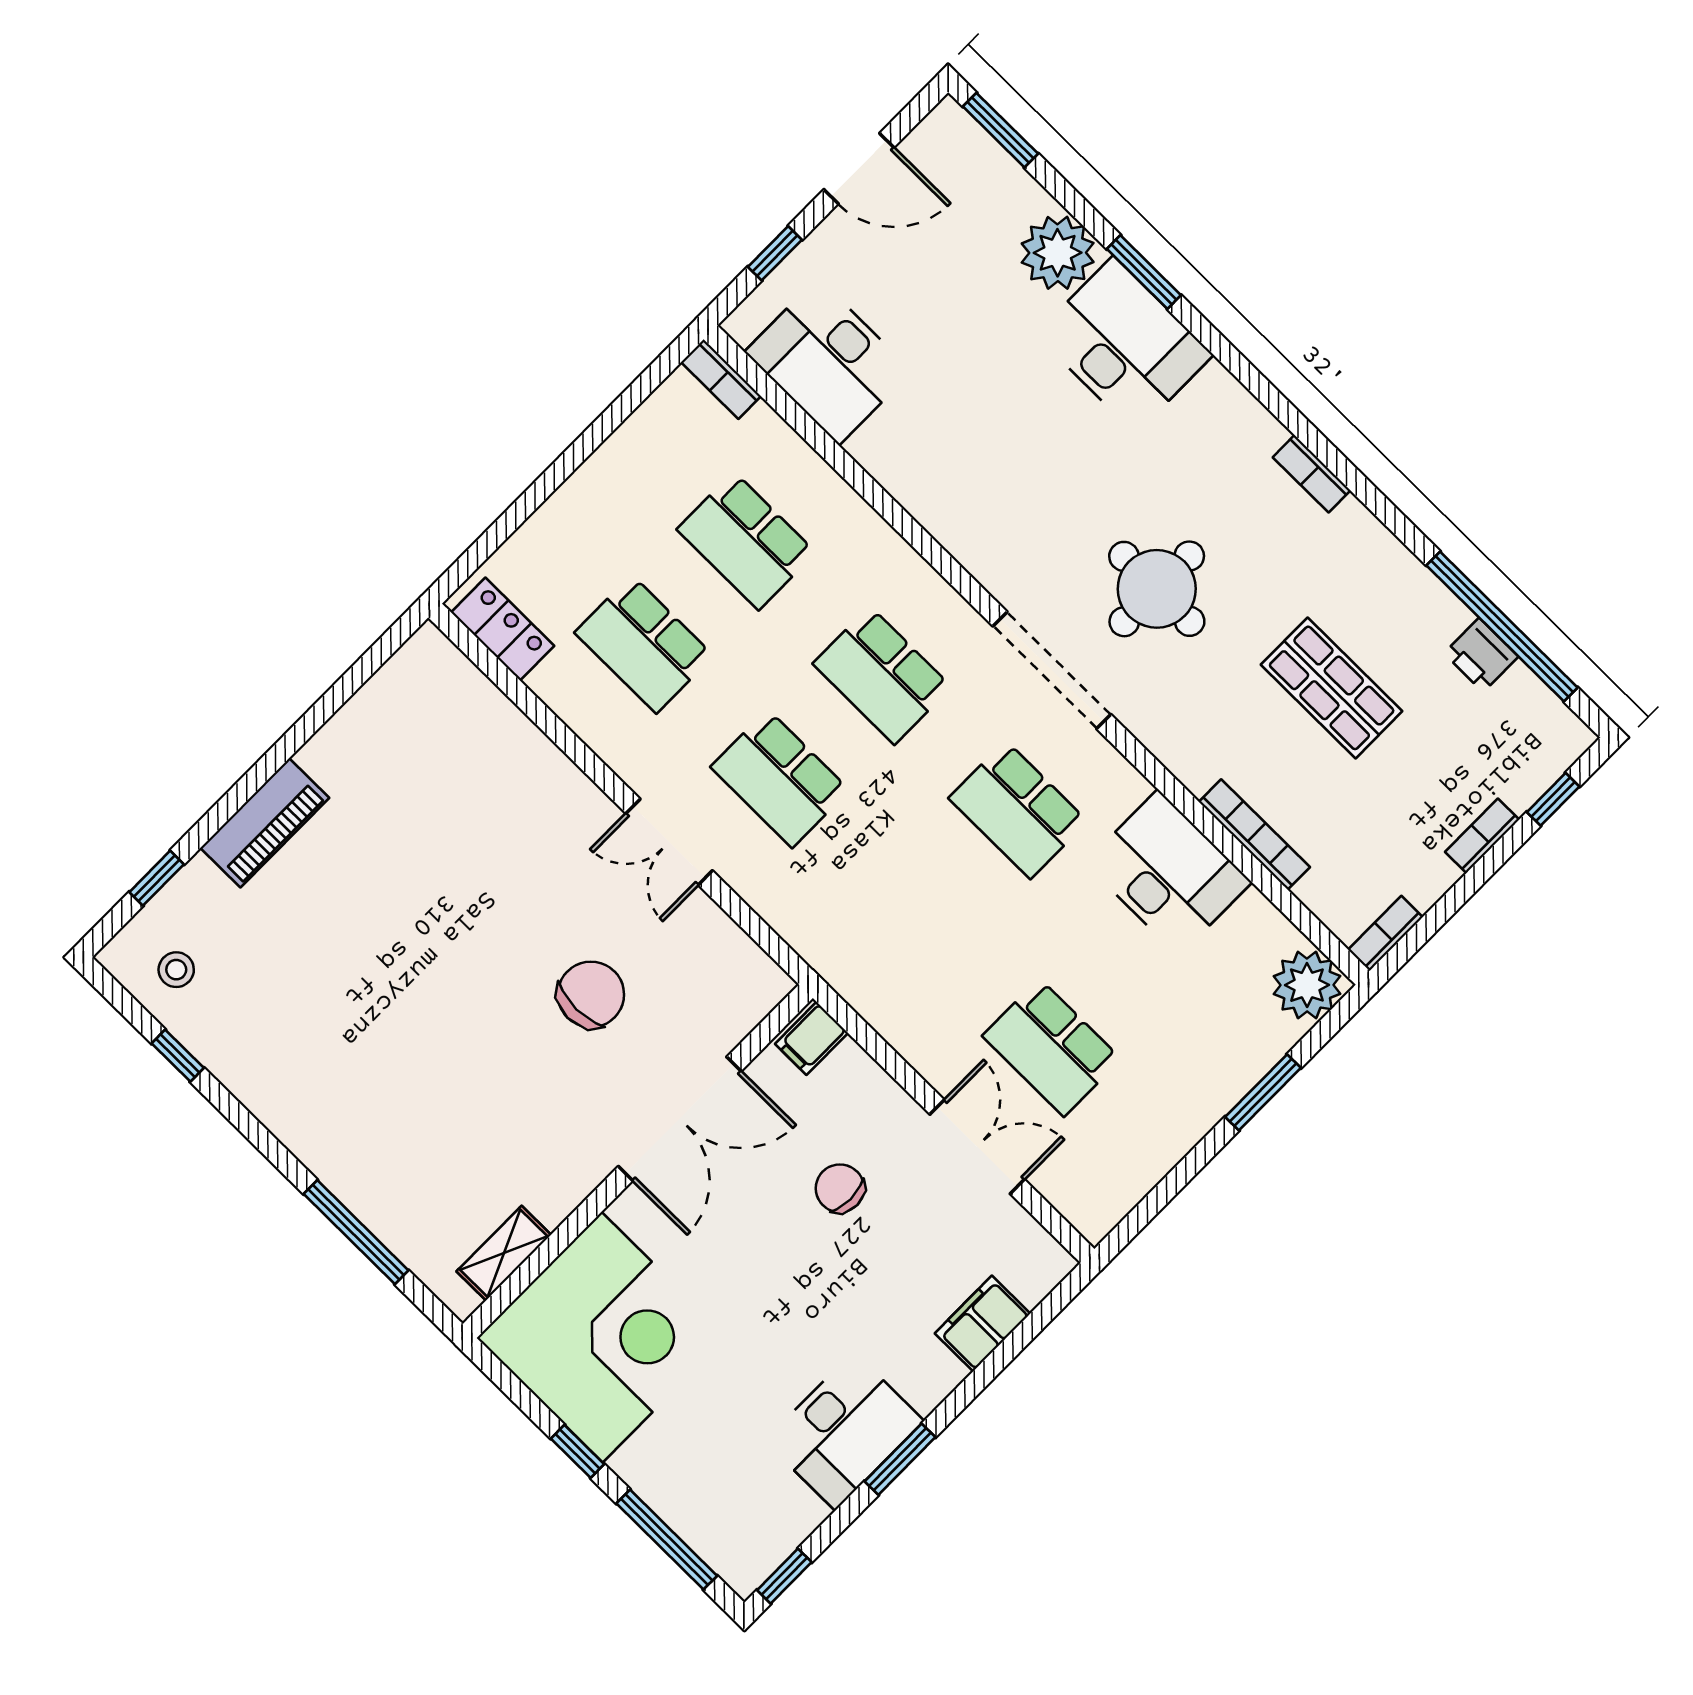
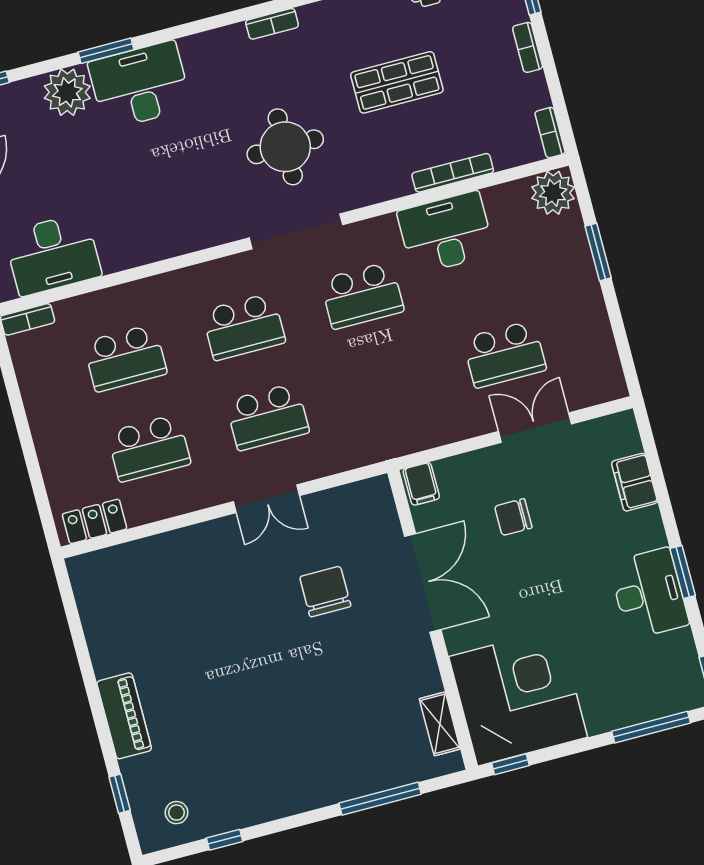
window: (578, 1451) -> (510, 764), moved

